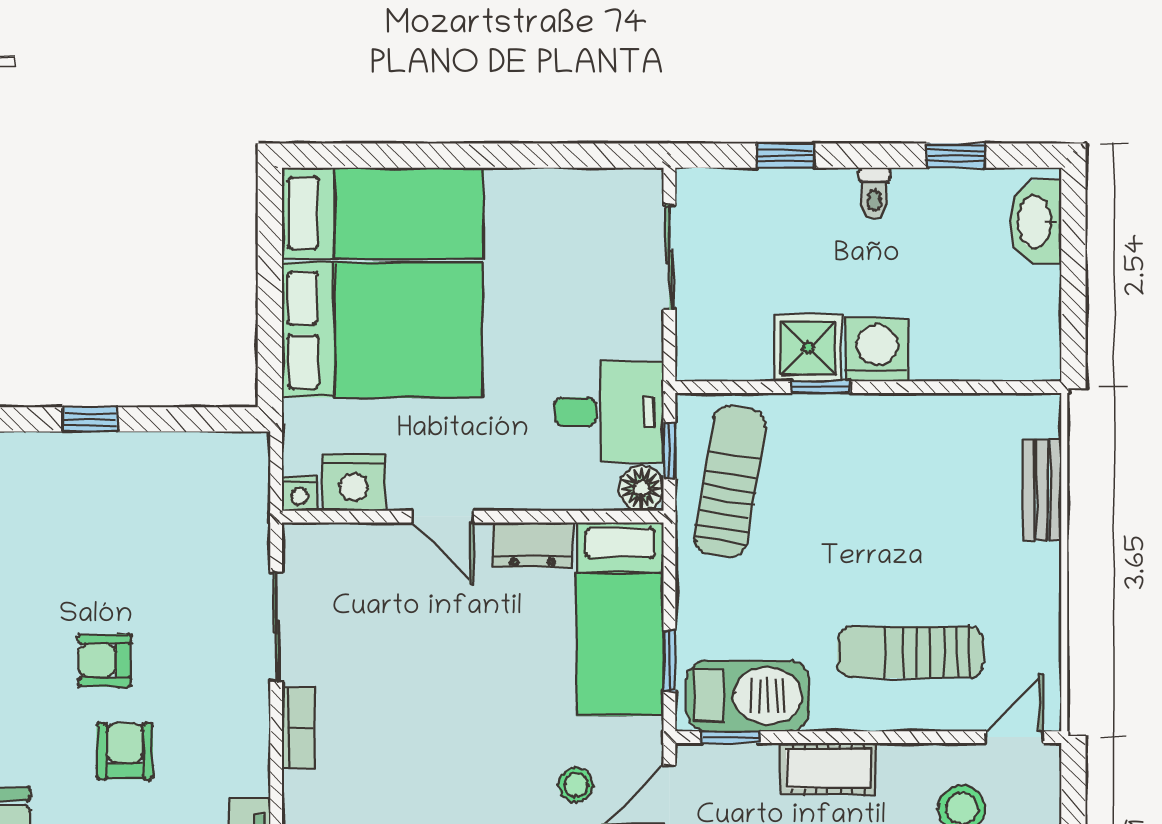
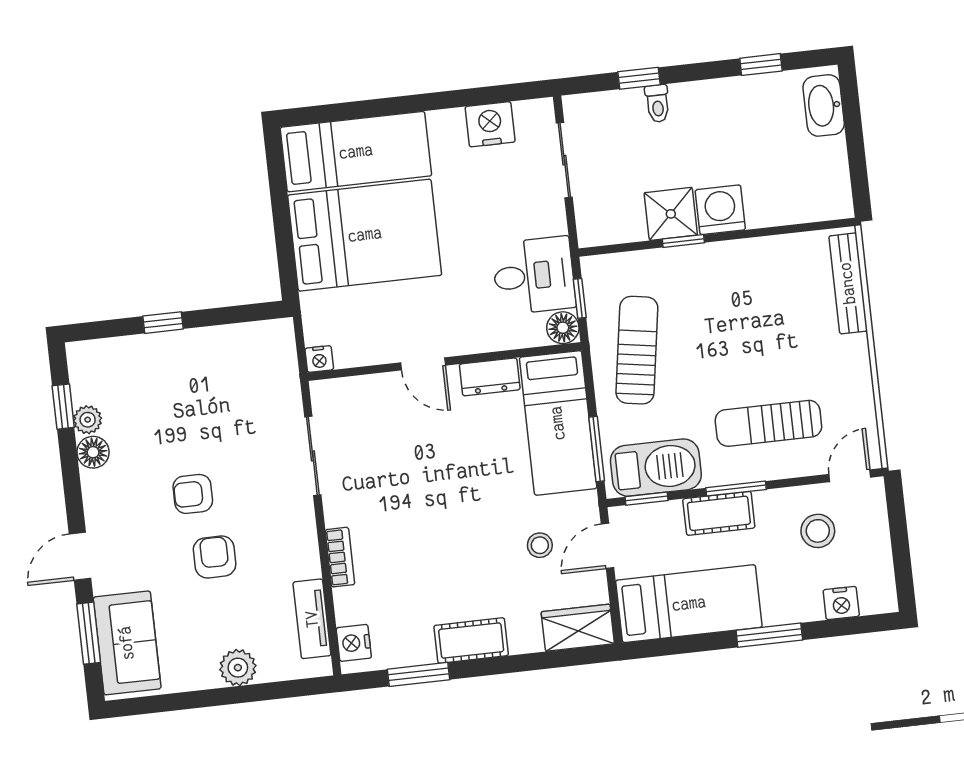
toilet: (874, 193) -> (657, 103), moved
nightstand: (354, 482) -> (490, 124), moved, turned 180
sun lounger: (730, 482) -> (637, 350), moved
bench: (1042, 490) -> (848, 283), width x1.36
window: (669, 661) -> (597, 449), width x1.50
bookcase: (298, 728) -> (340, 557), moved
window: (855, 737) -> (736, 489), added

